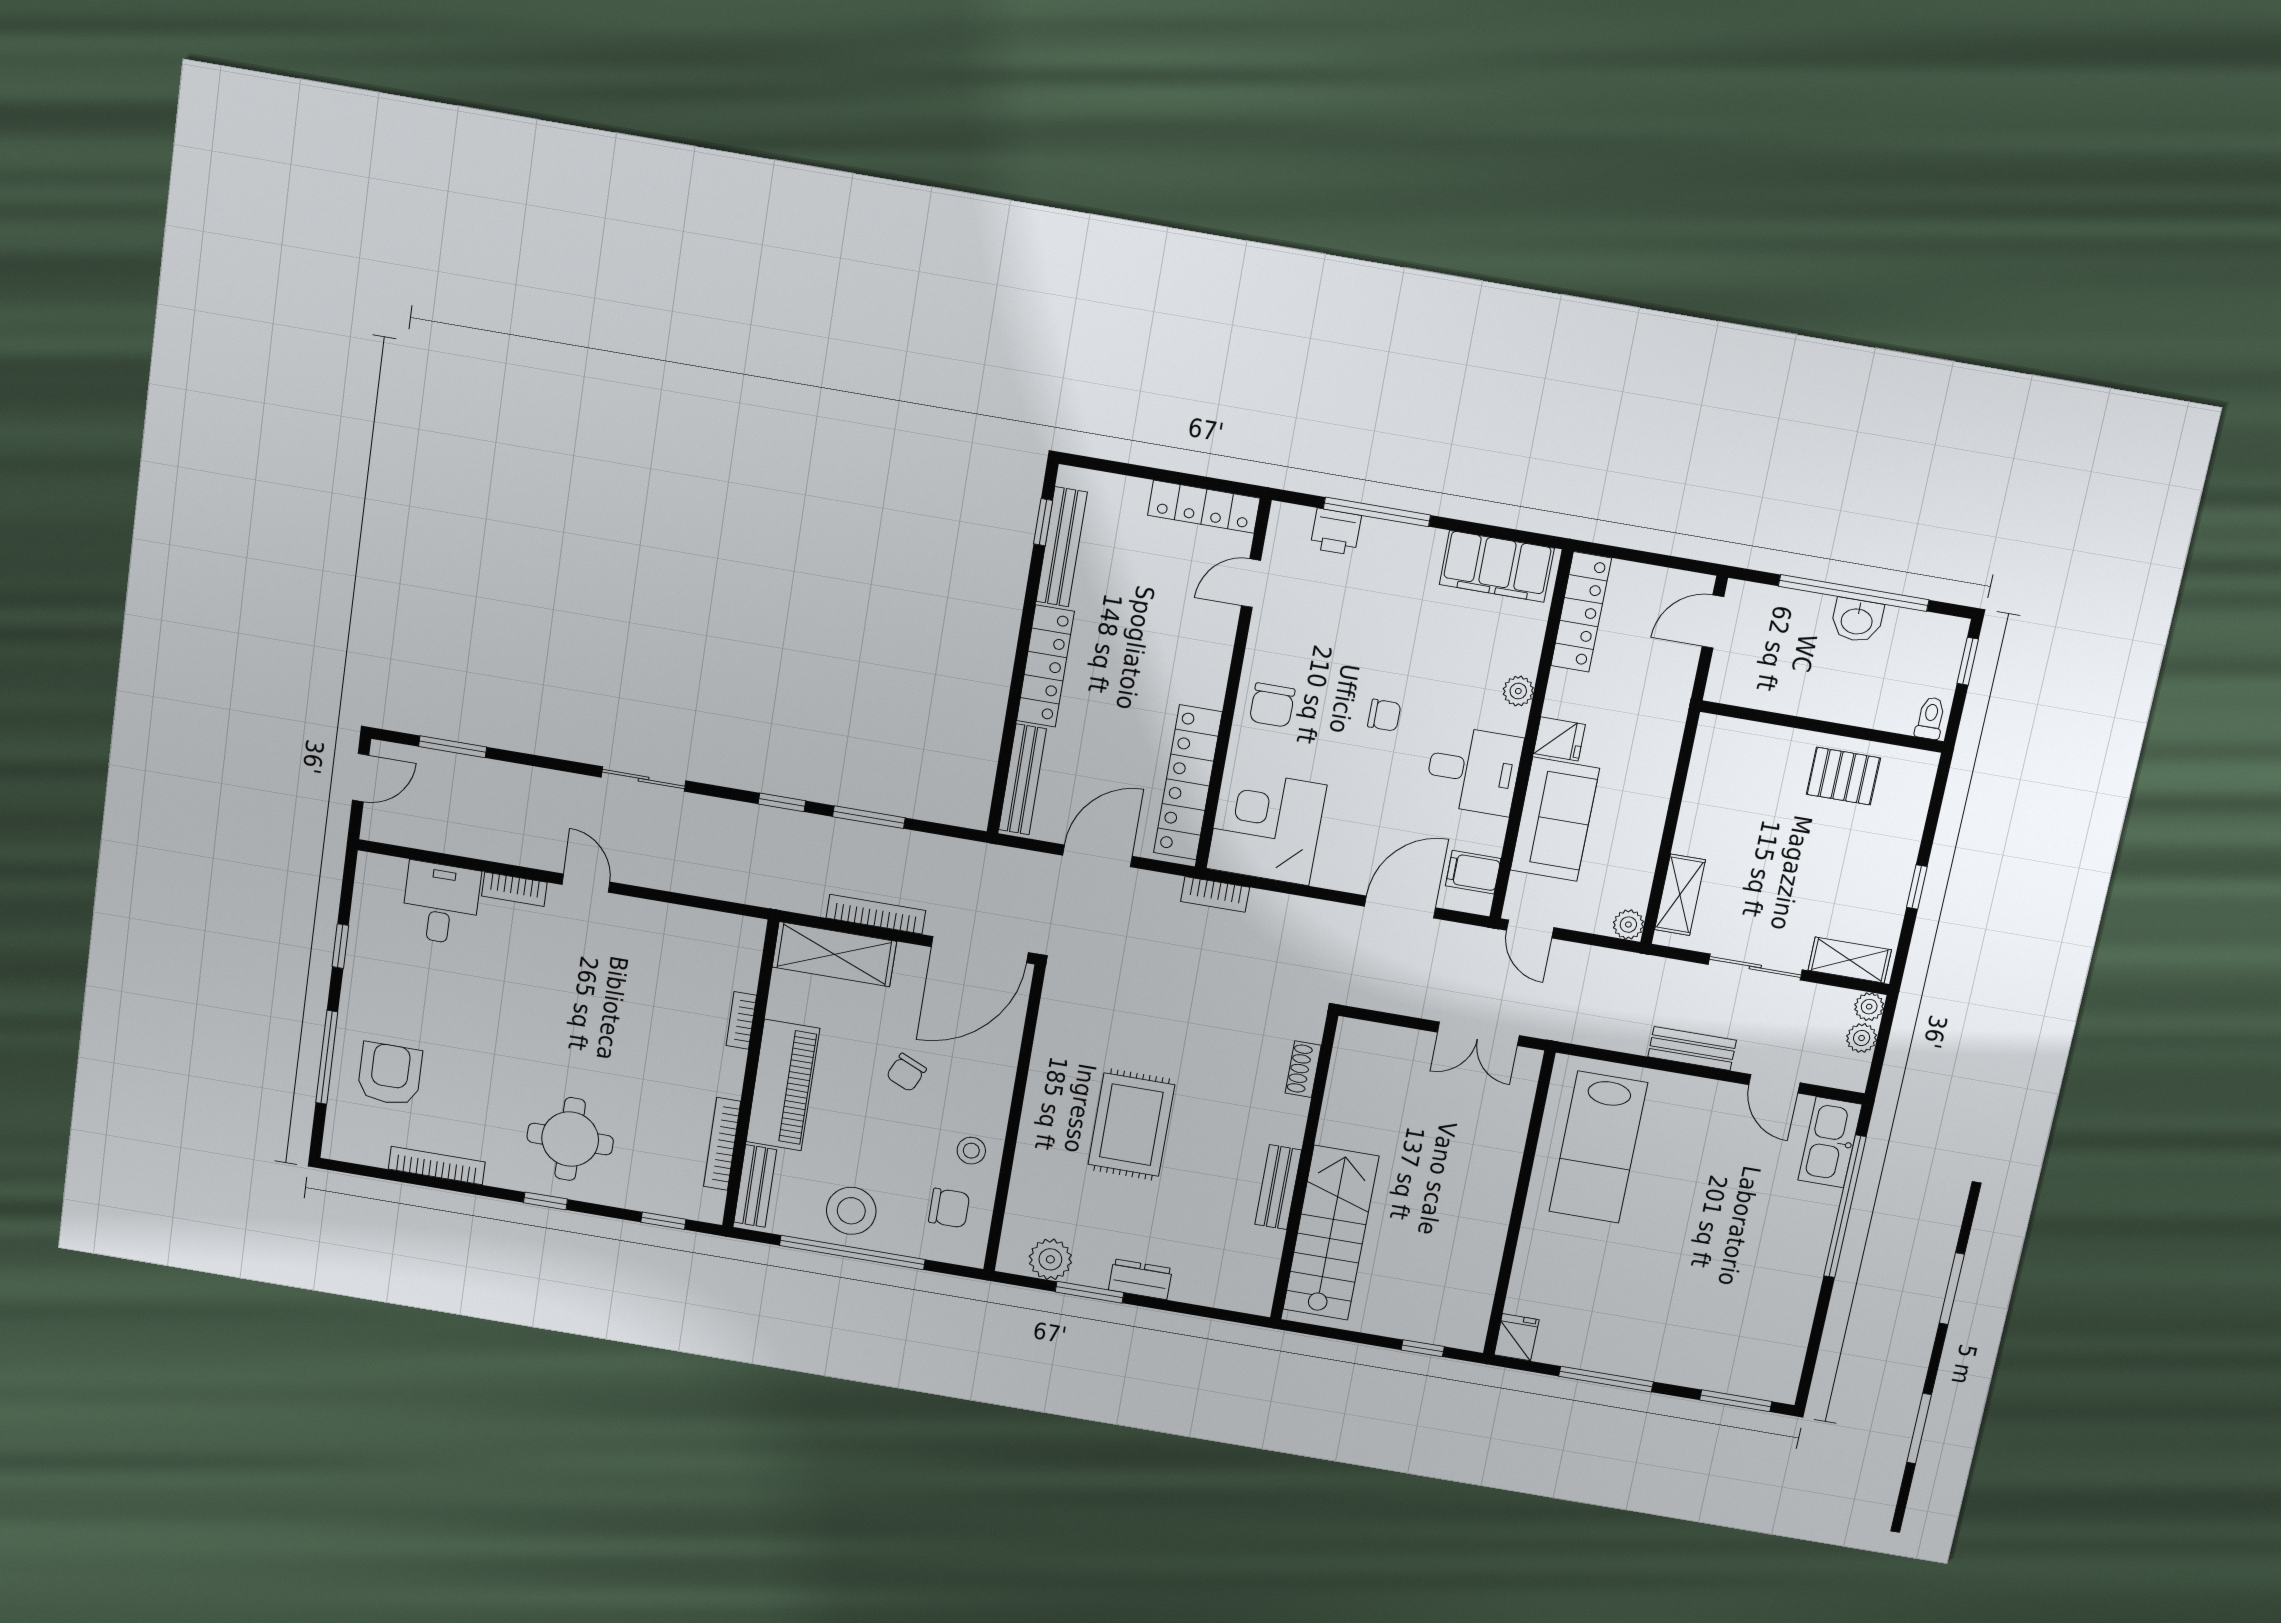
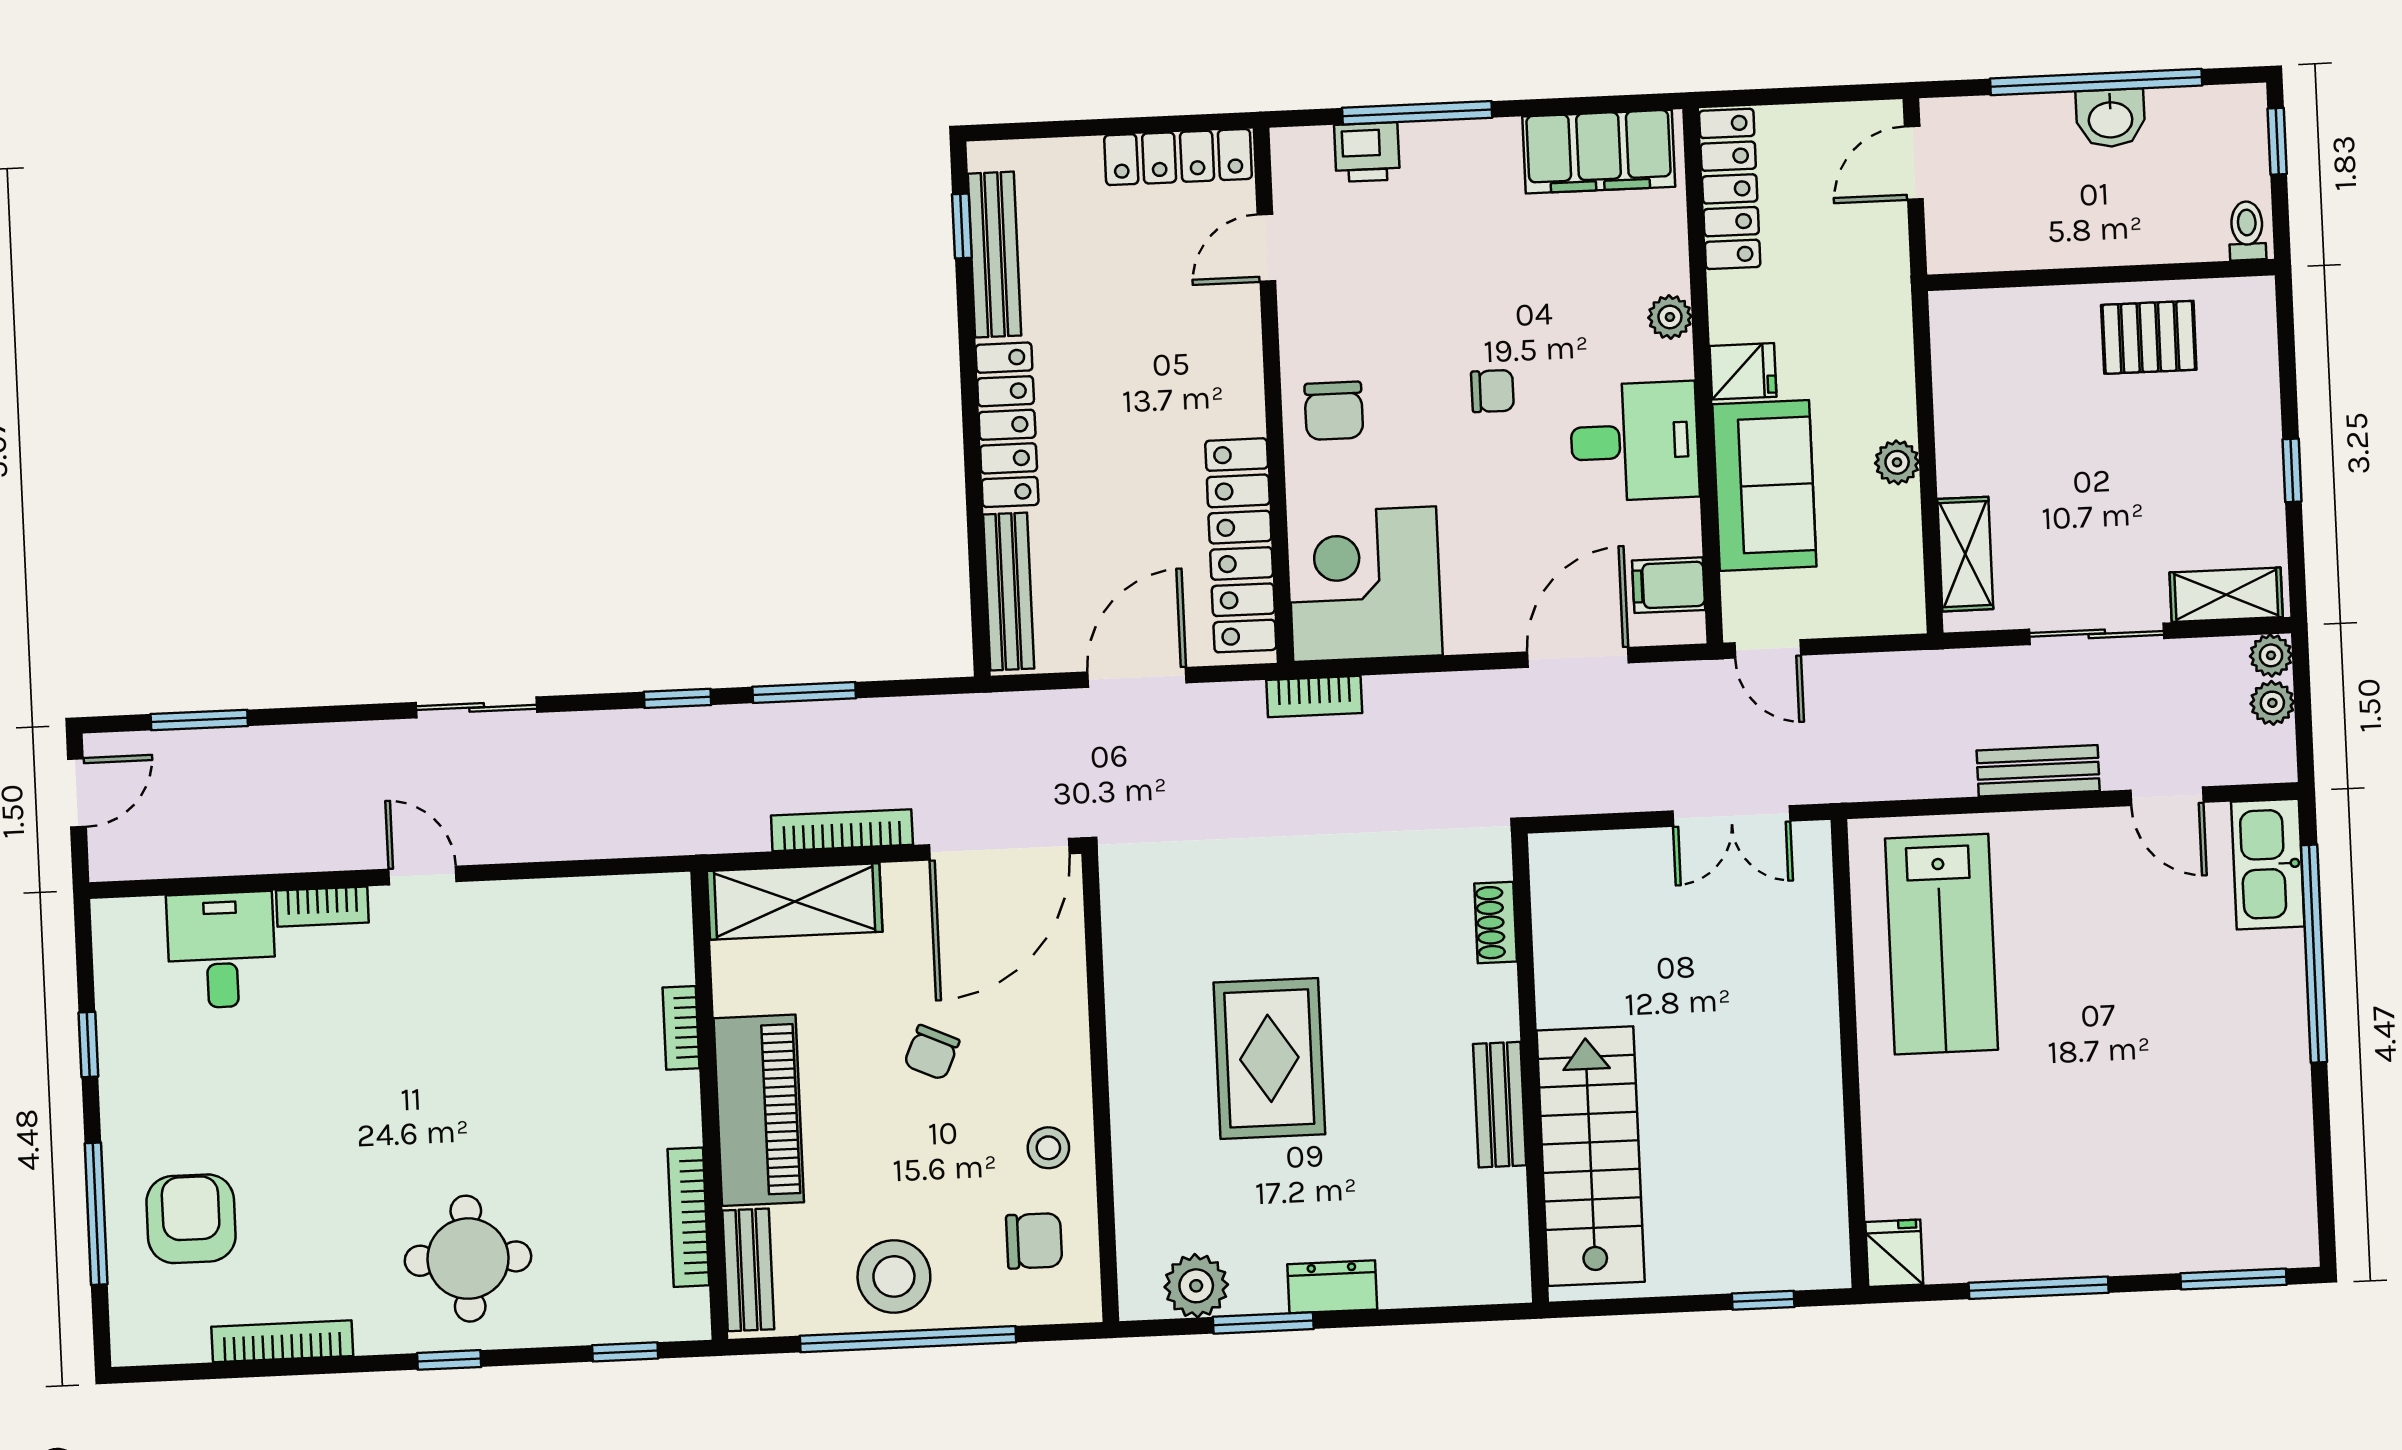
plant: (1628, 925) -> (1897, 462), moved

